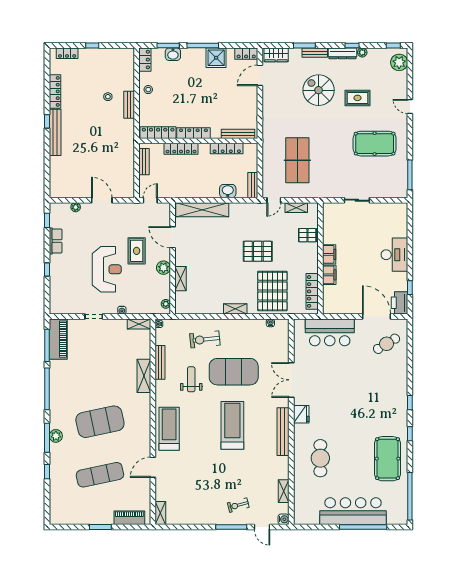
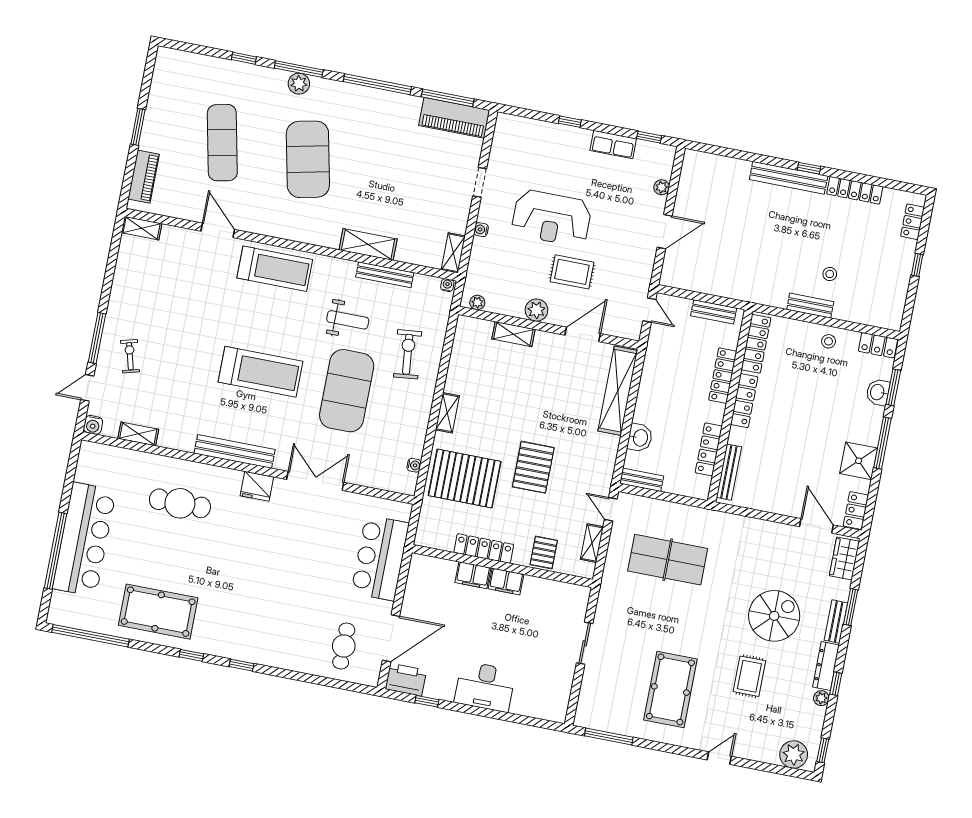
locker: (312, 291) -> (484, 549), moved
cafe table: (387, 344) -> (344, 646), turned 31

